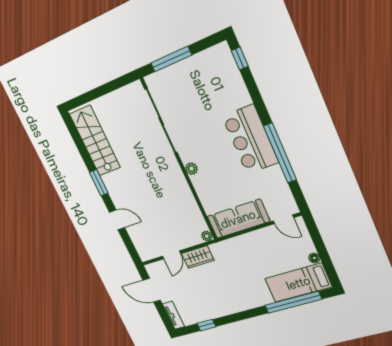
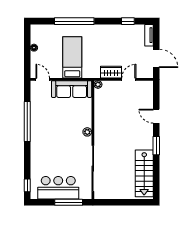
bar counter: (250, 139) -> (58, 188), moved, turned -90
bed: (298, 283) -> (72, 57), moved, turned -90
window: (293, 302) -> (74, 21), moved

